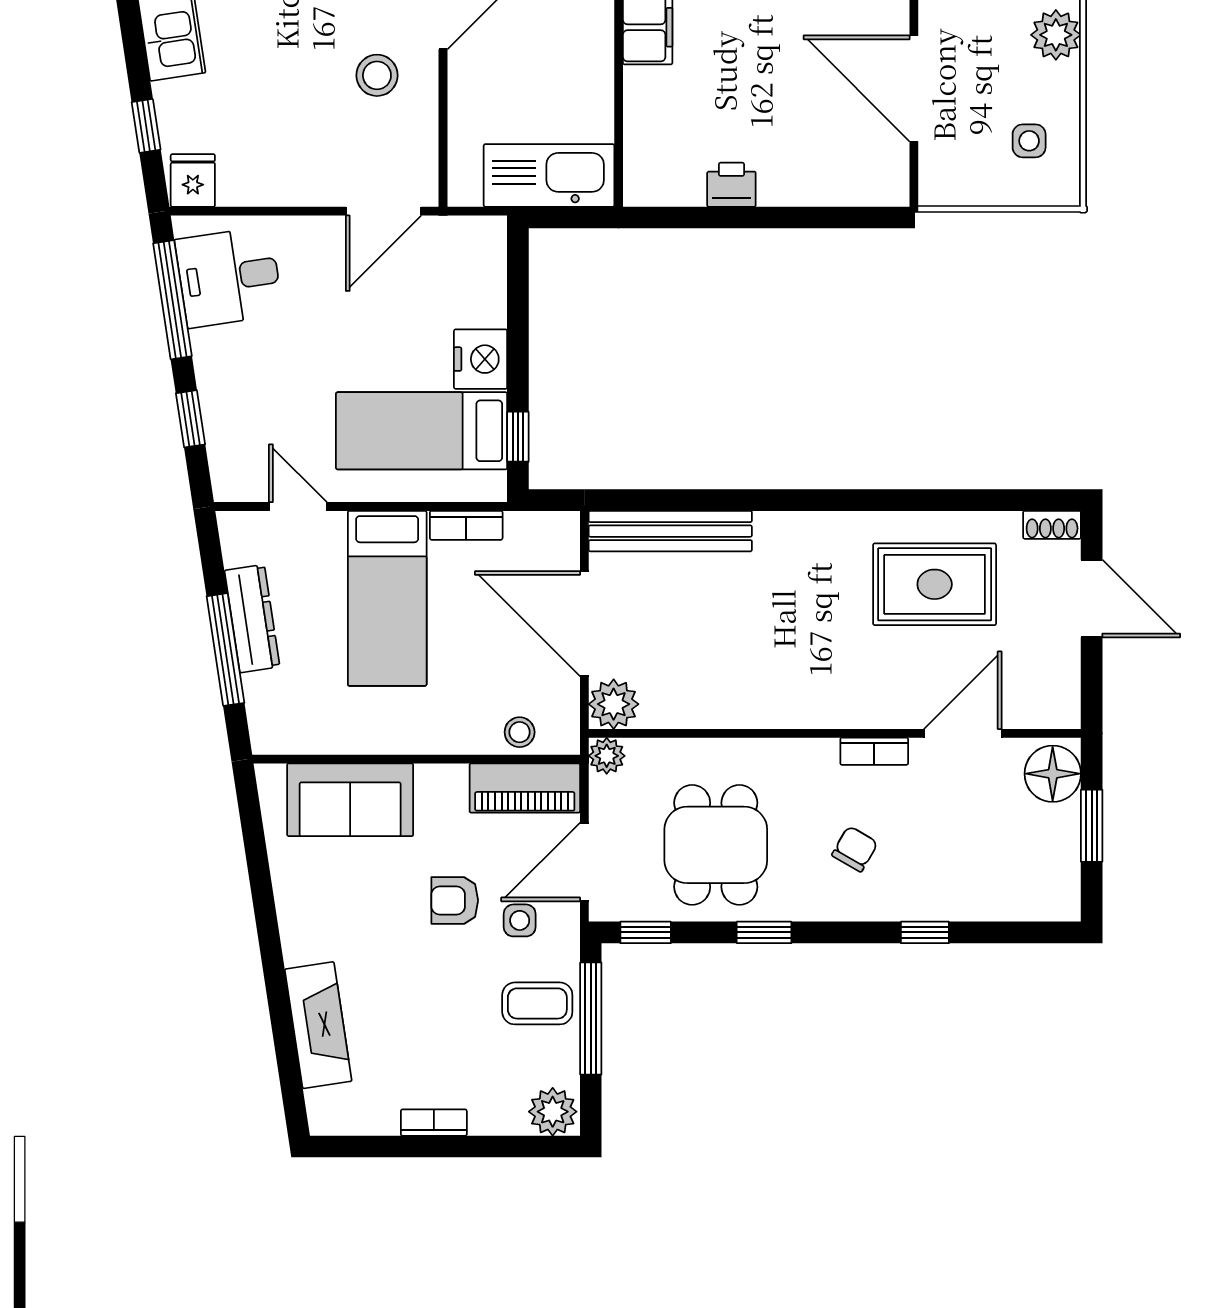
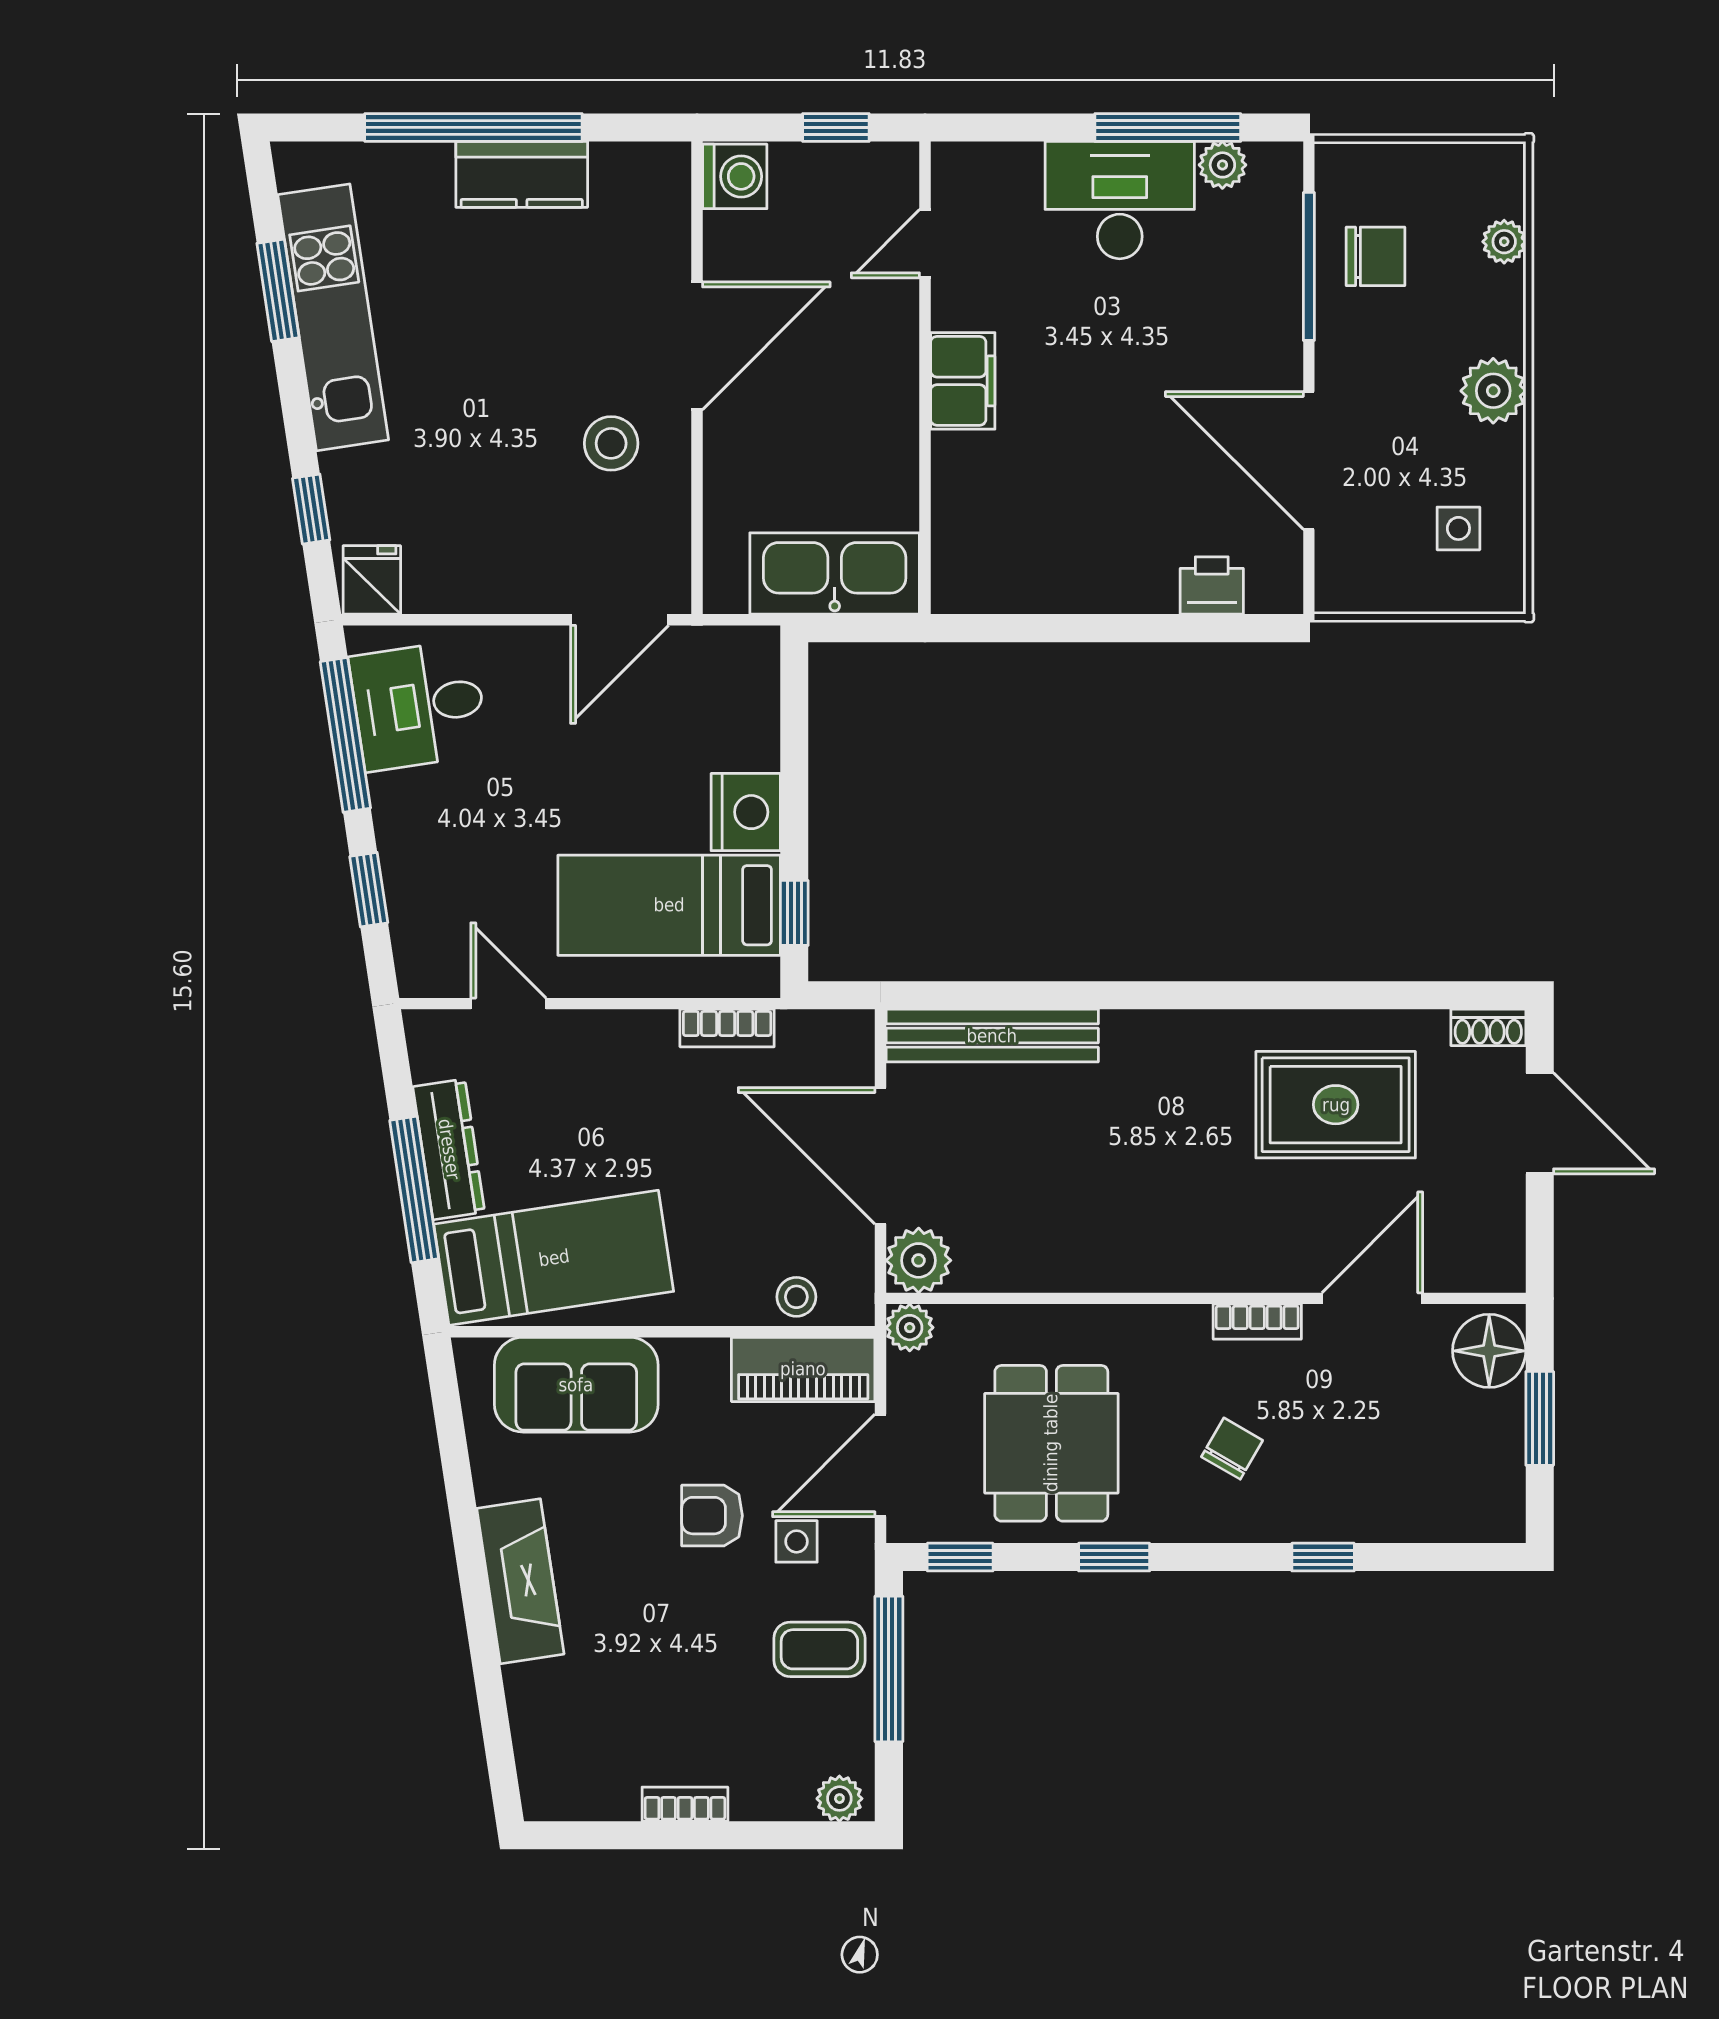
printer: (731, 185) -> (1212, 586), moved
bed: (387, 598) -> (554, 1258), moved, turned -99
fireplace: (318, 1025) -> (520, 1581), moved
plant: (553, 1112) -> (839, 1799), width x0.73, depth x0.73

